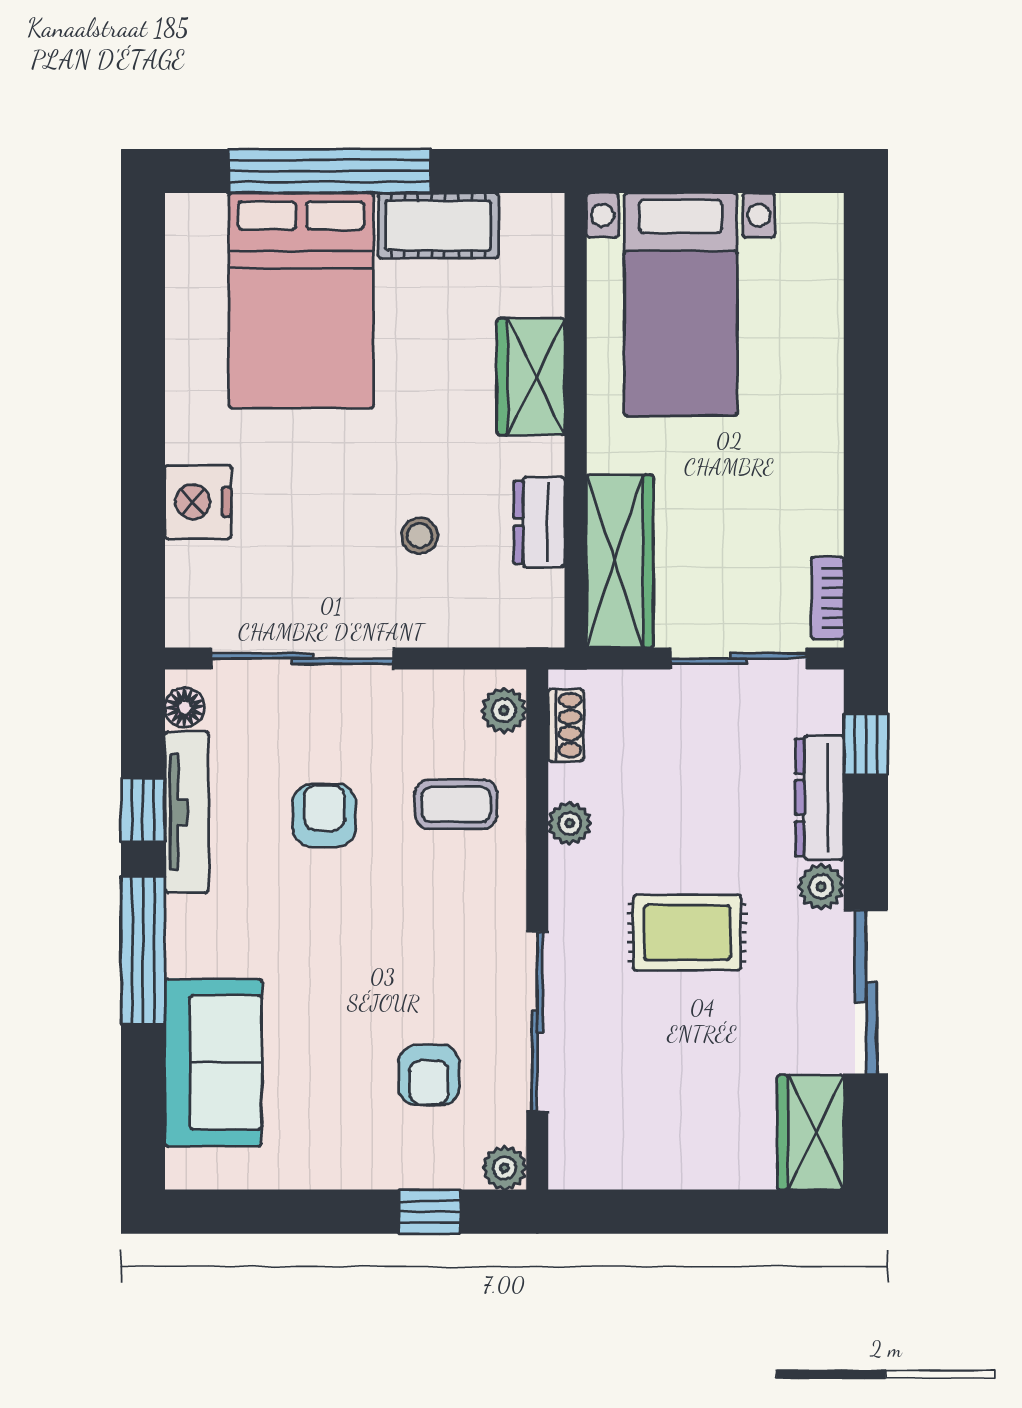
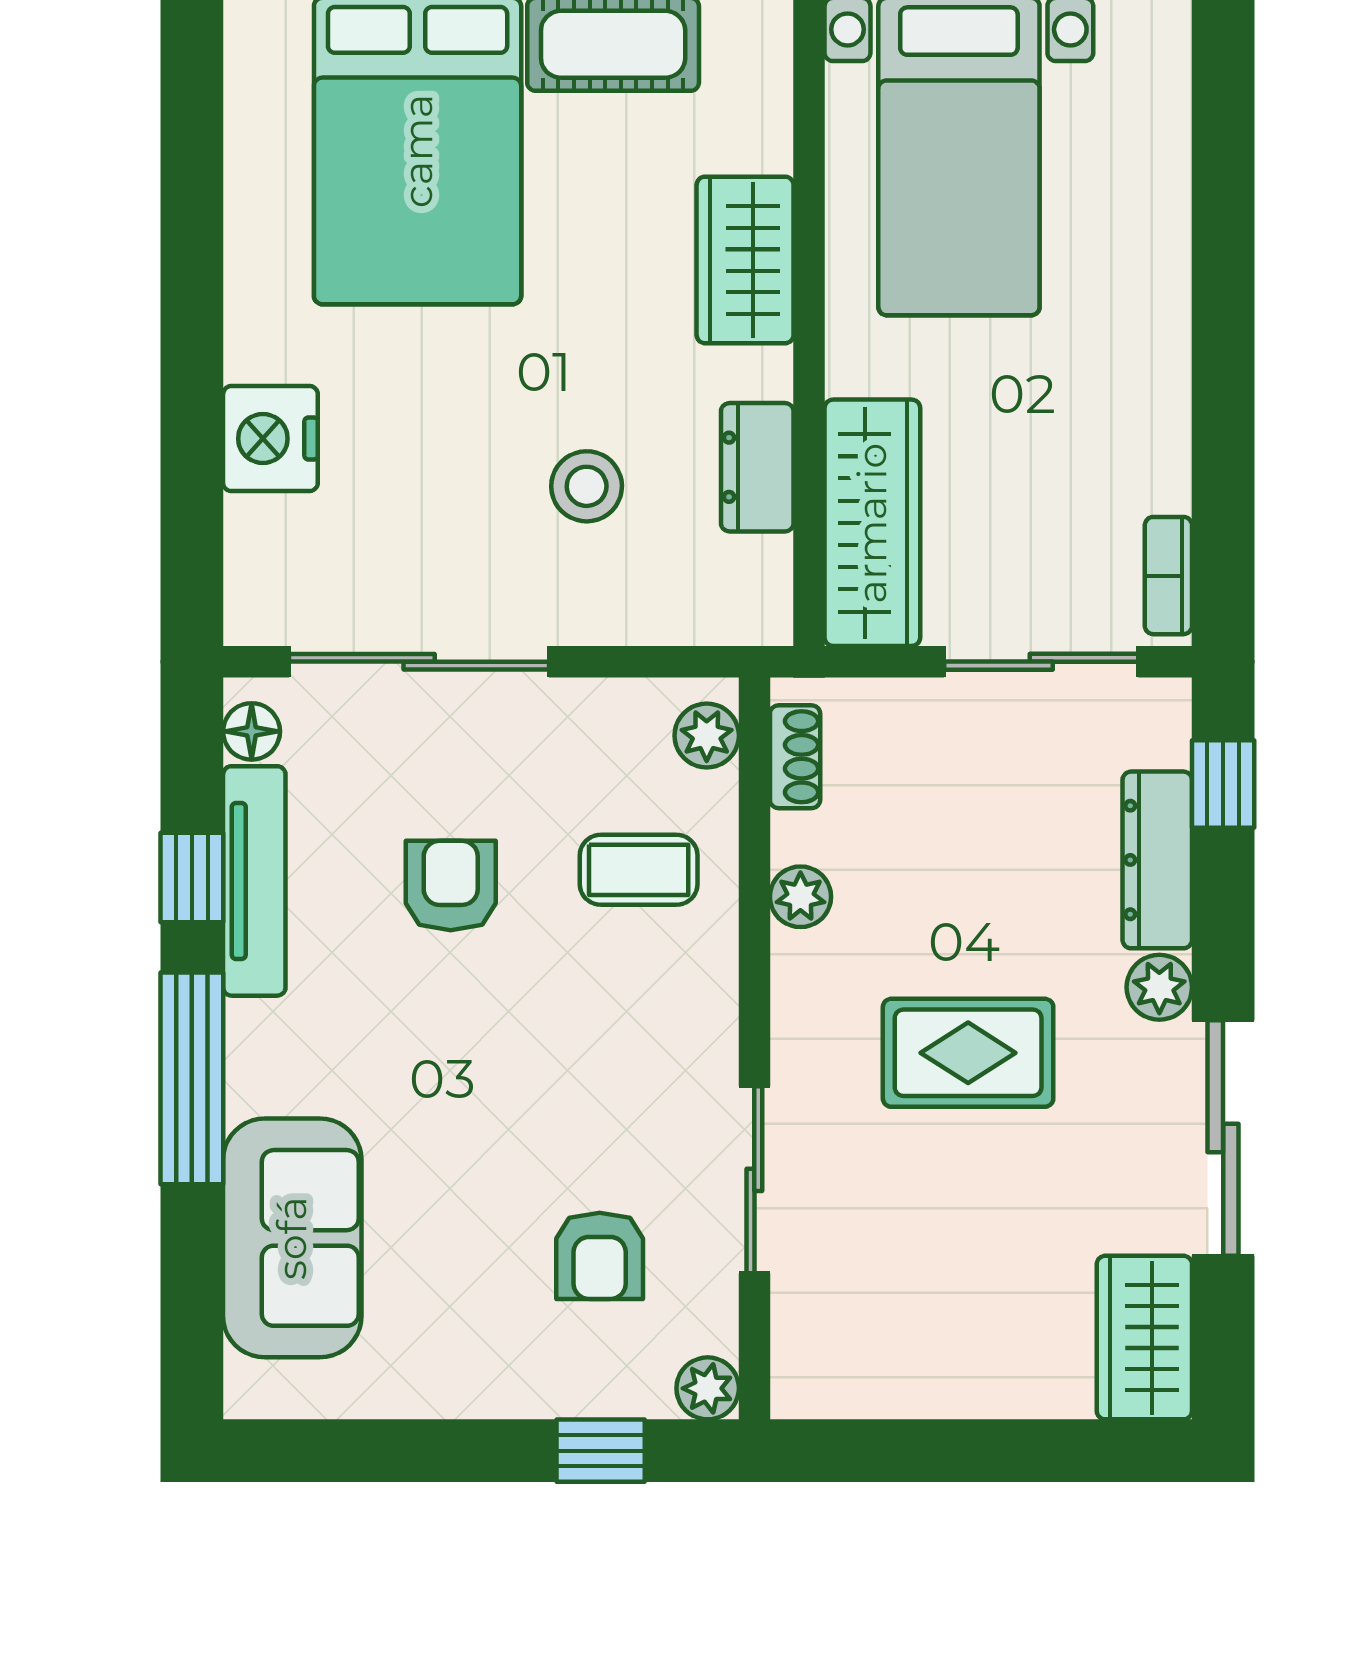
stool: (420, 535) -> (587, 486), width x1.37, depth x1.37
sliding door: (537, 1022) -> (754, 1180), width x0.73

